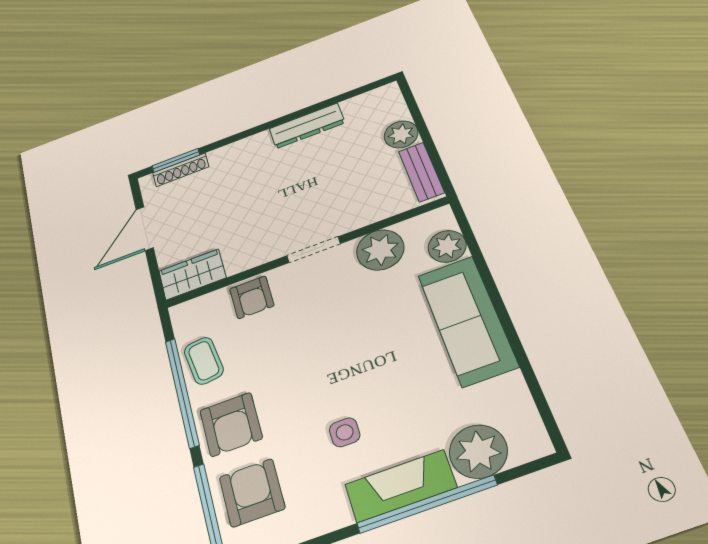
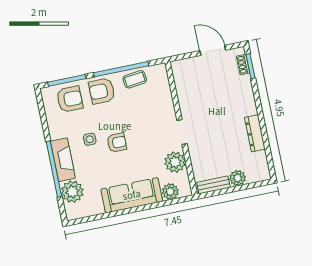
shoe rack: (181, 170) -> (243, 65), width x0.70
wardrobe: (192, 274) -> (181, 74), removed
armchair: (252, 297) -> (117, 143), moved, turned 180

